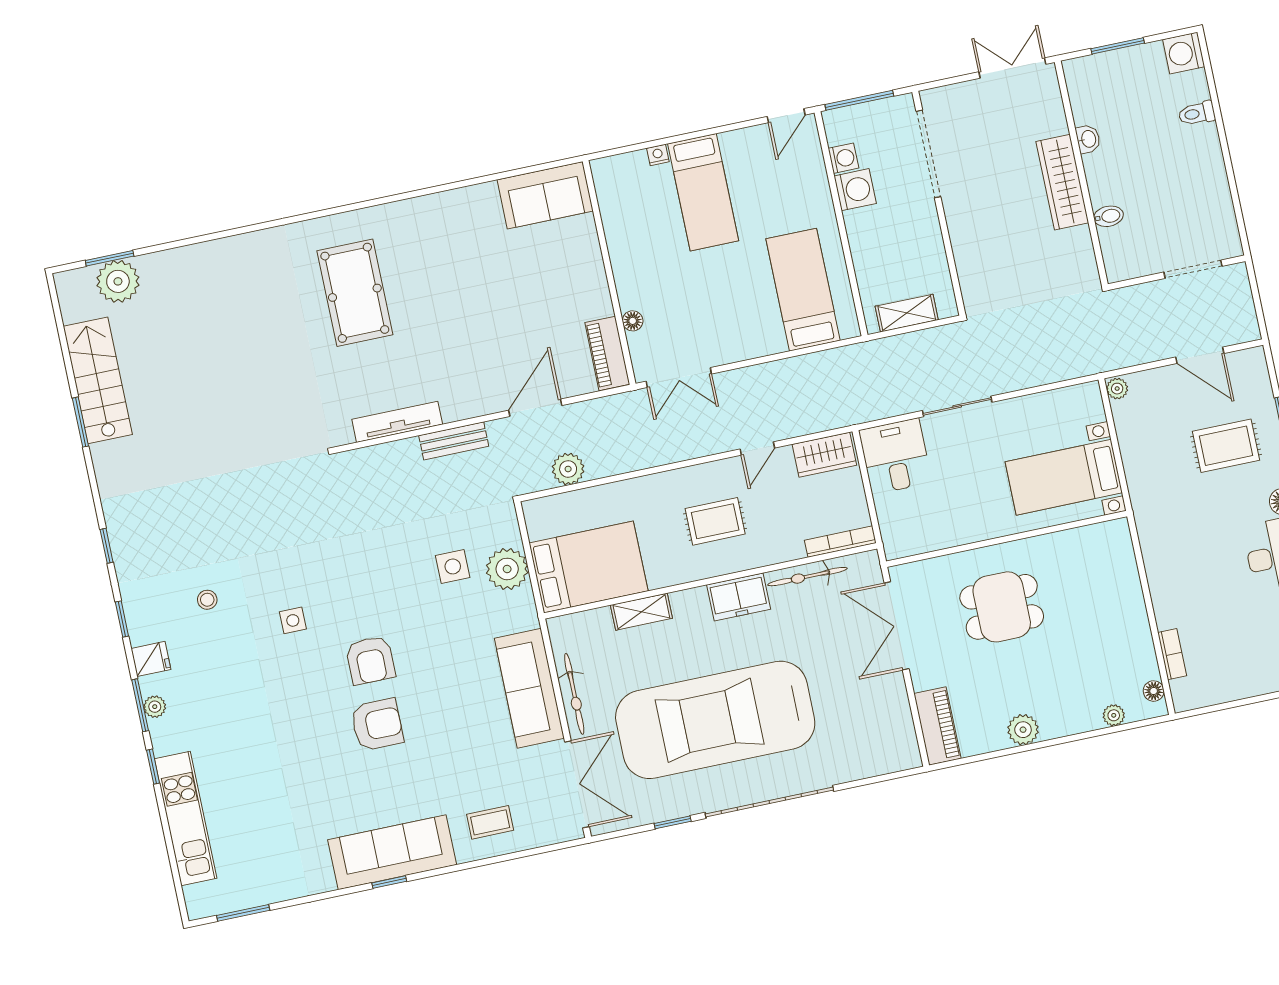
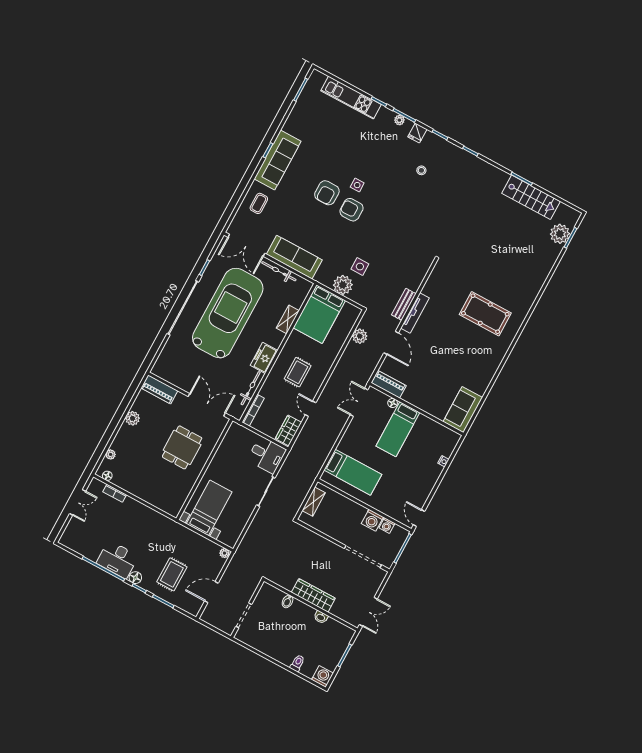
bed: (703, 192) -> (398, 429), moved, turned -90
tv unit: (397, 422) -> (415, 313), moved
side table: (293, 620) -> (357, 185), moved
double door: (1239, 703) -> (78, 502), added

